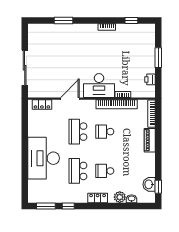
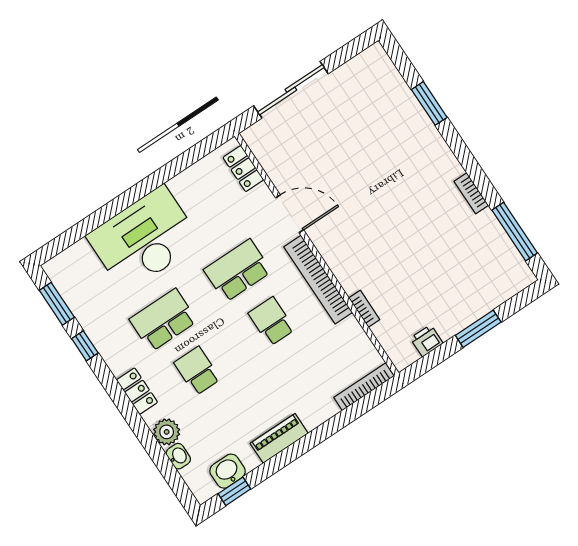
window: (131, 20) -> (515, 232), width x2.17
desk: (99, 86) -> (351, 252), removed
bookcase: (117, 104) -> (318, 280), moved
piano: (150, 140) -> (279, 438), moved

